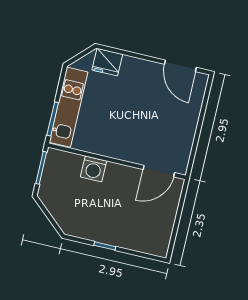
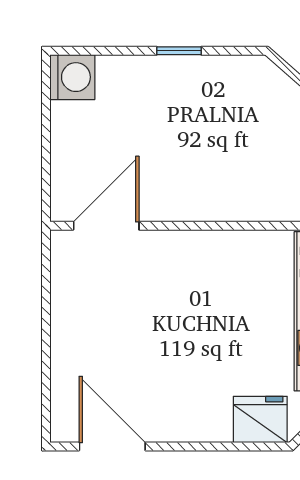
washing machine: (94, 169) -> (72, 77), moved, turned 90

